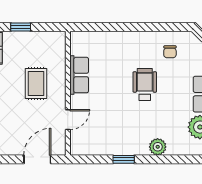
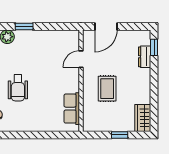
row of seats: (79, 75) -> (72, 109), moved
window: (124, 159) -> (24, 26), moved

